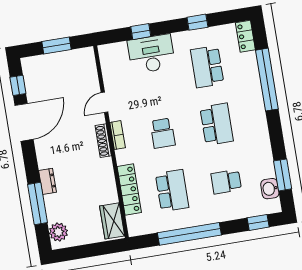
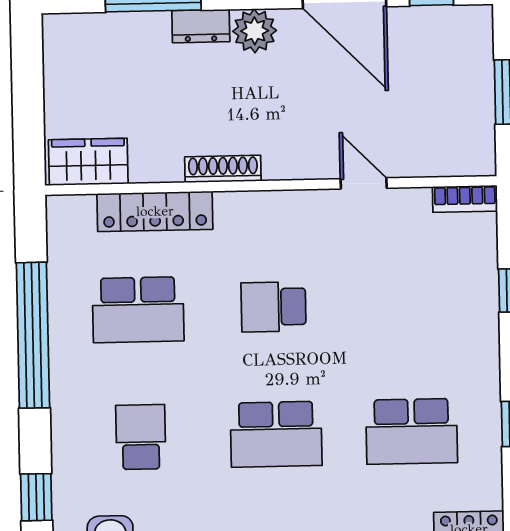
desk: (151, 54) -> (459, 307), removed
school desk: (207, 67) -> (412, 431), turned 180
bookcase: (118, 135) -> (465, 199), moved
shoe rack: (103, 141) -> (223, 169), moved
plant: (58, 232) -> (255, 31), moved

